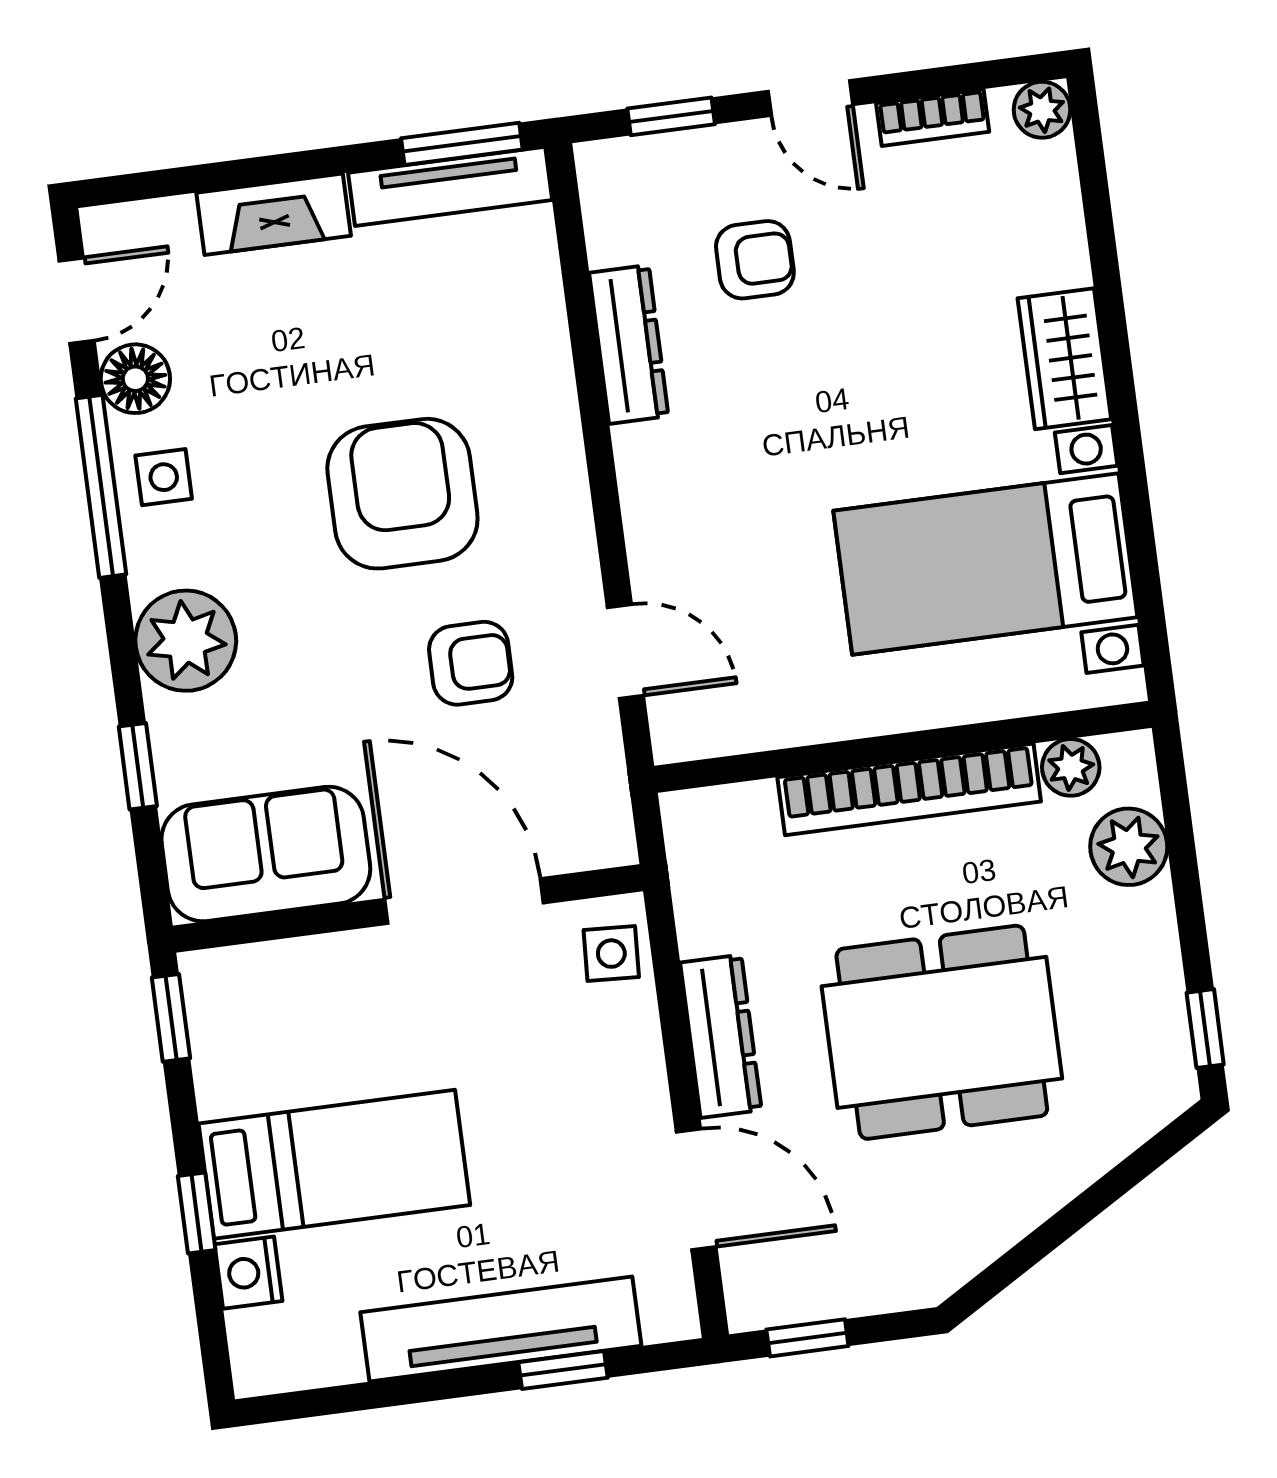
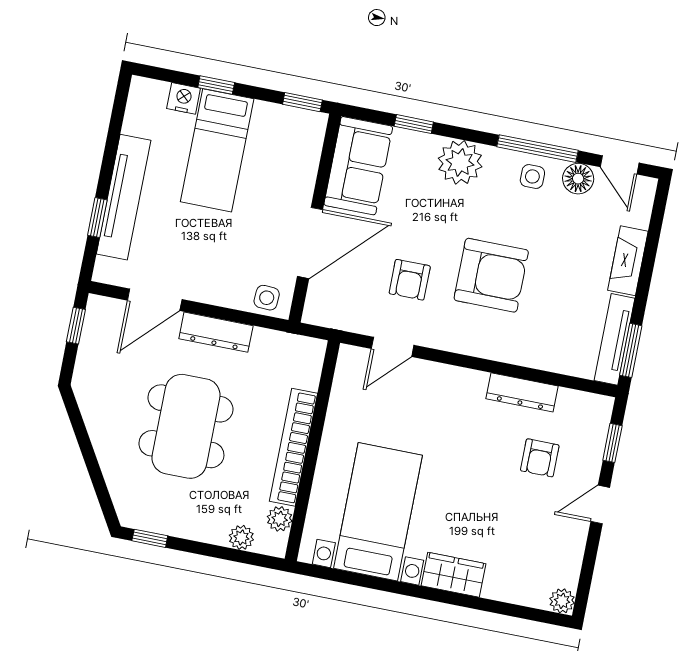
bookcase: (933, 118) -> (574, 553), removed
plant: (1129, 847) -> (241, 537), width x0.73, depth x0.73

